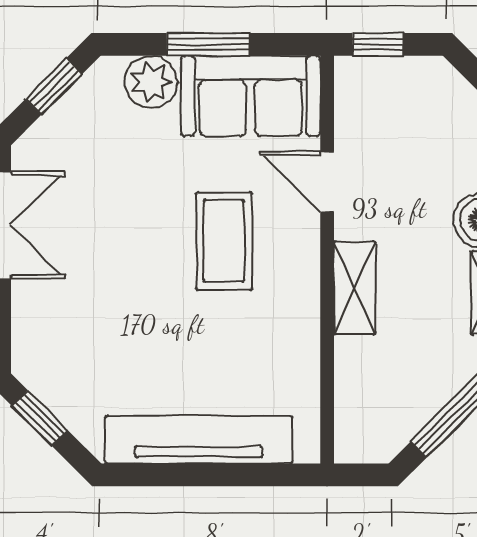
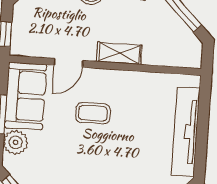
coffee table: (224, 241) -> (93, 113), width x0.73, depth x0.77

